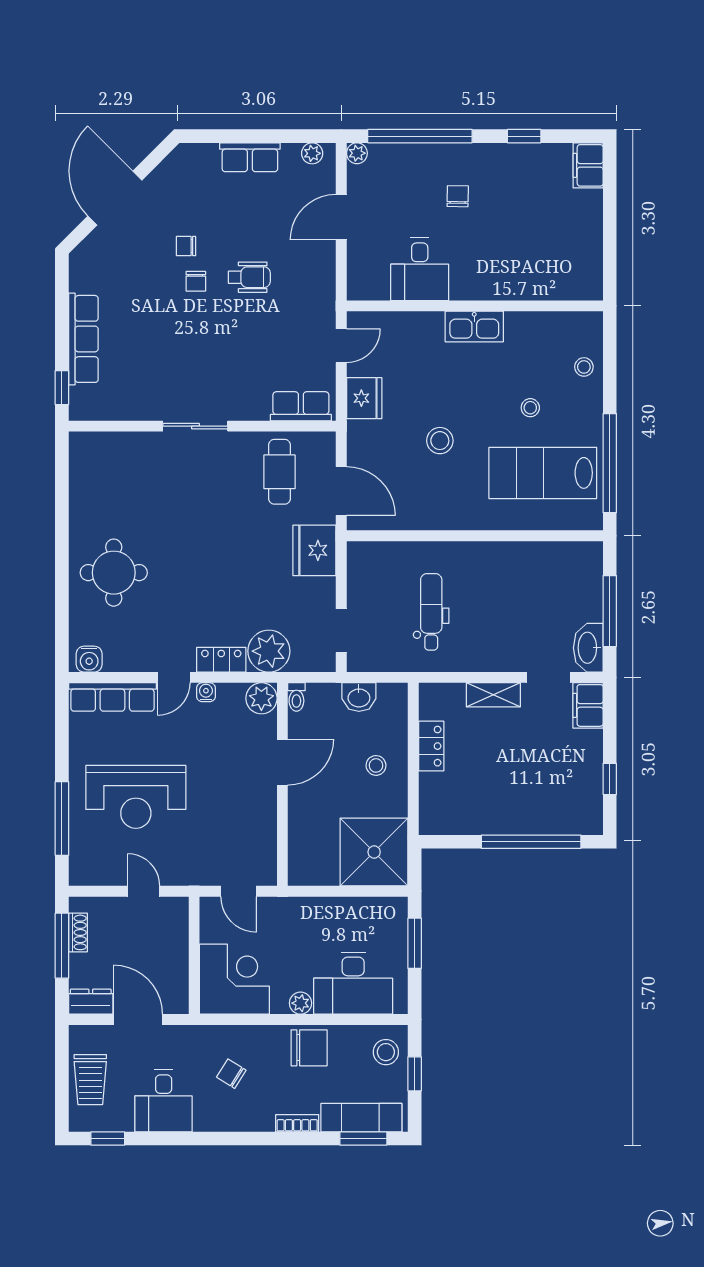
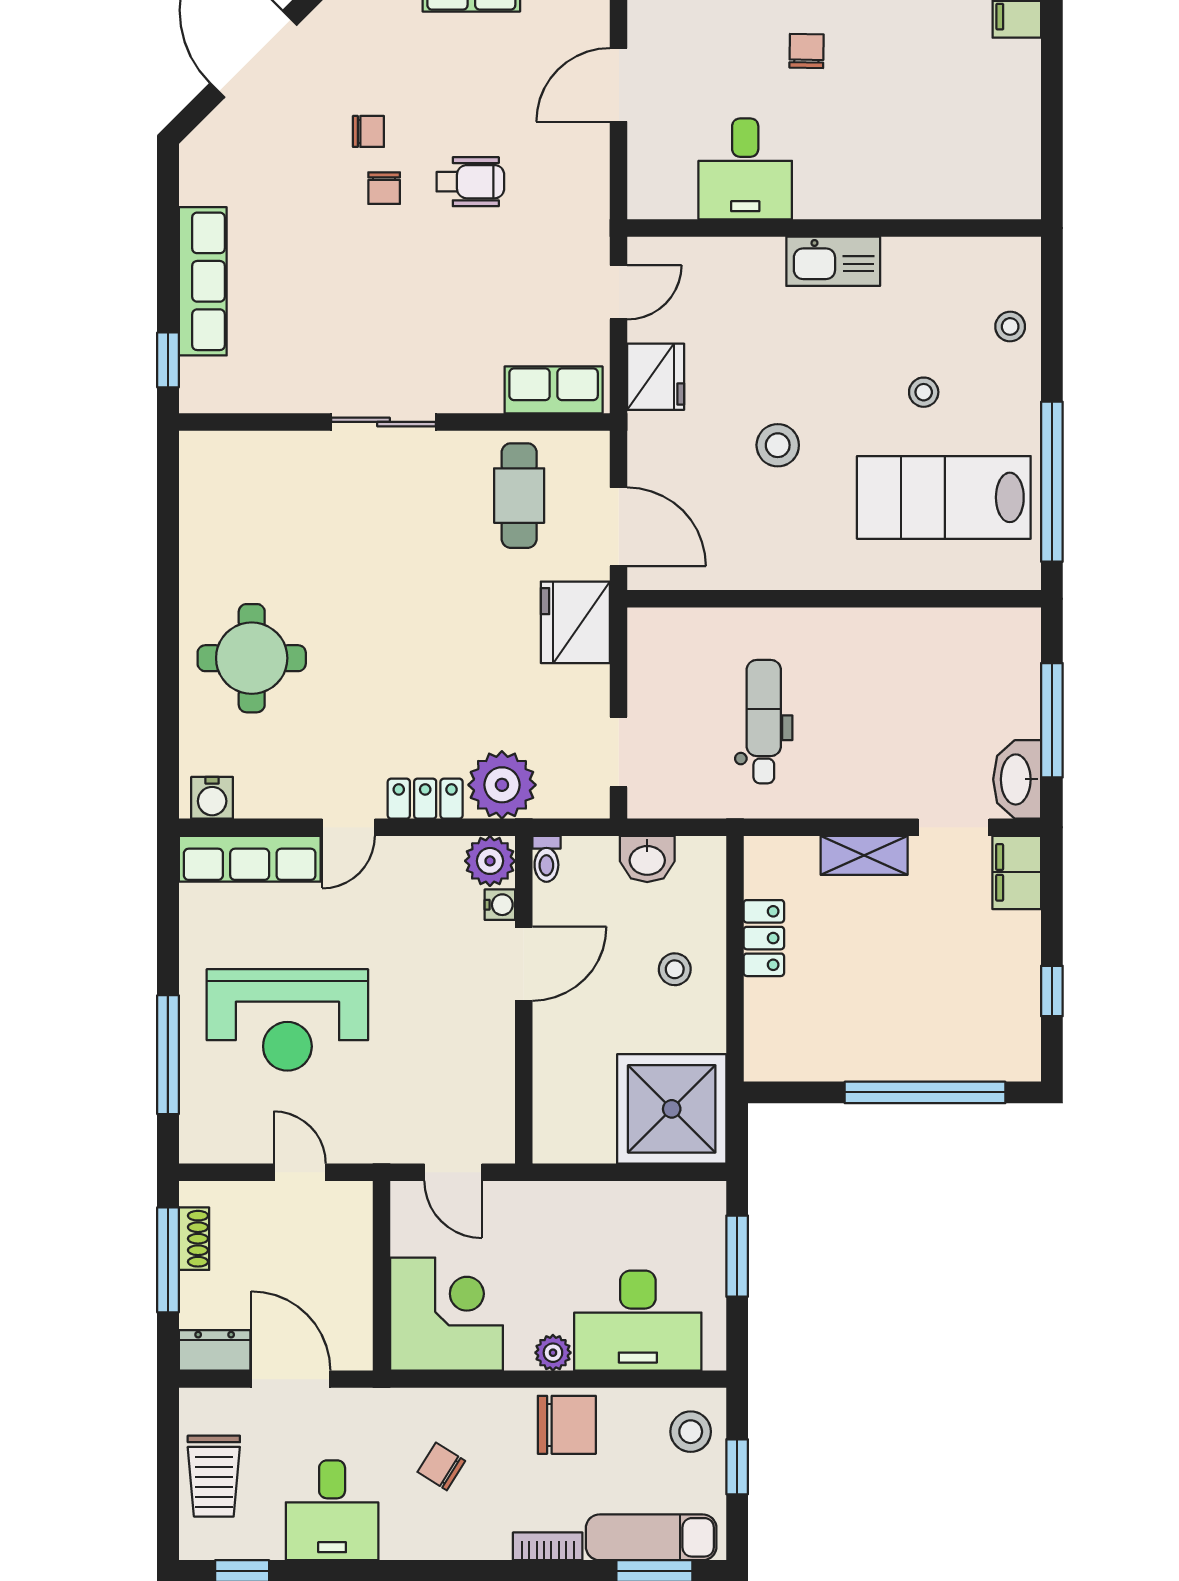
chair: (186, 246) -> (368, 131), turned 180
water cooler: (206, 692) -> (500, 905), moved, turned 90

